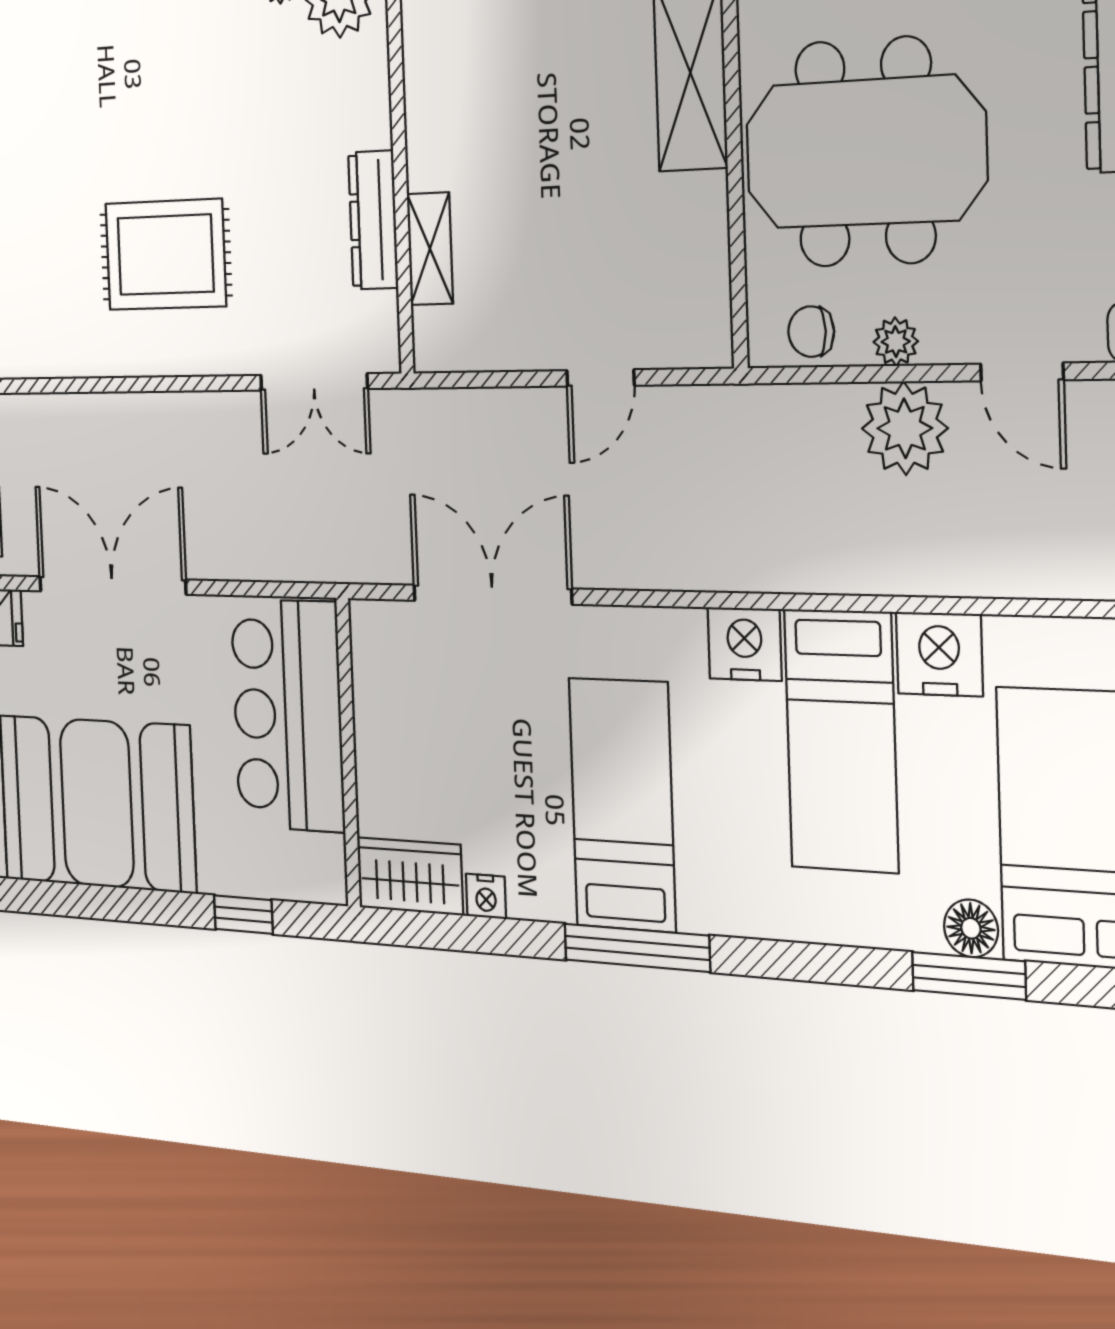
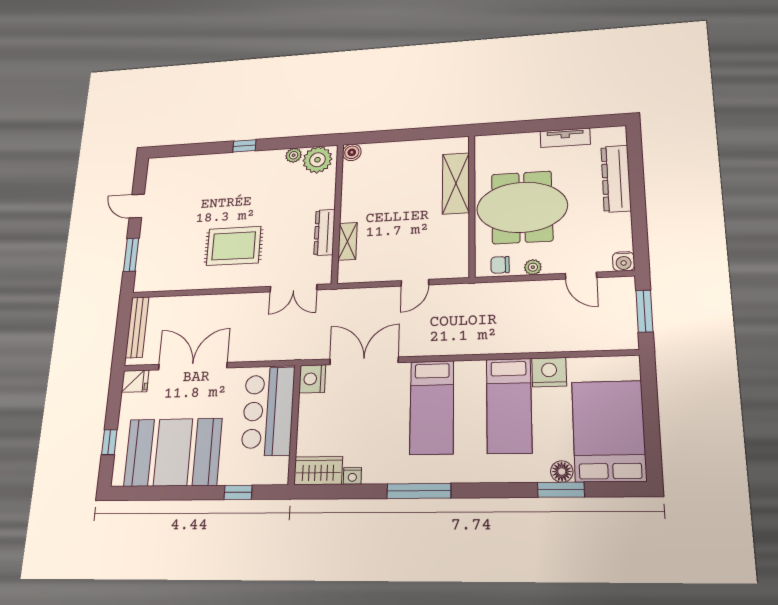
plant: (905, 428) -> (536, 296), removed
nightstand: (745, 644) -> (312, 379), moved, turned -90
bed: (622, 805) -> (432, 407), moved, turned 180

